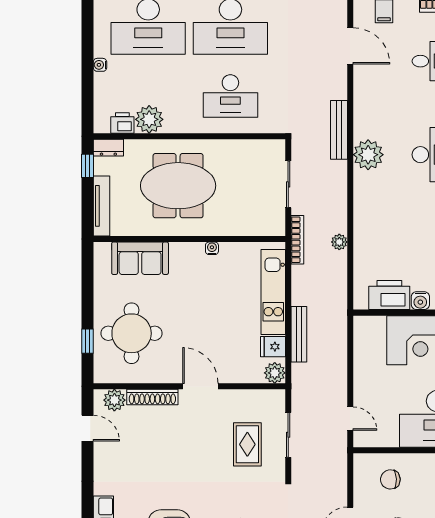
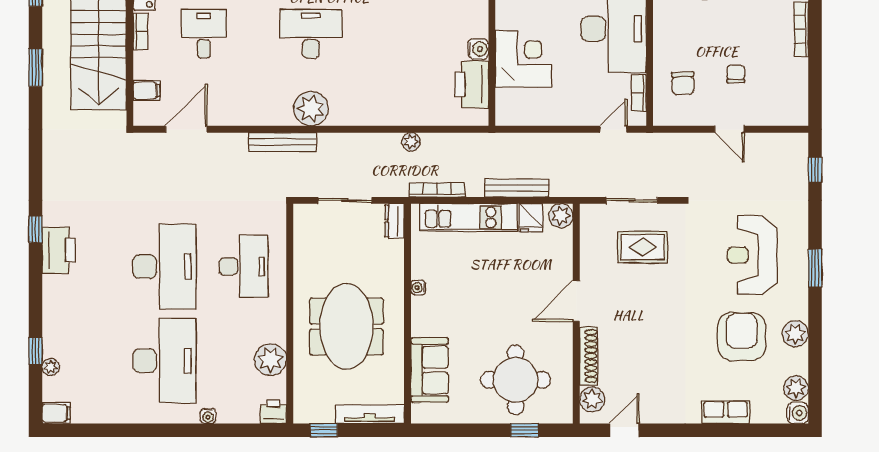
printer: (122, 123) -> (273, 412), moved, turned 90
dresser: (108, 148) -> (395, 221), moved, turned 180
bookcase: (297, 240) -> (437, 190), moved
bookcase: (382, 441) -> (639, 93), added

